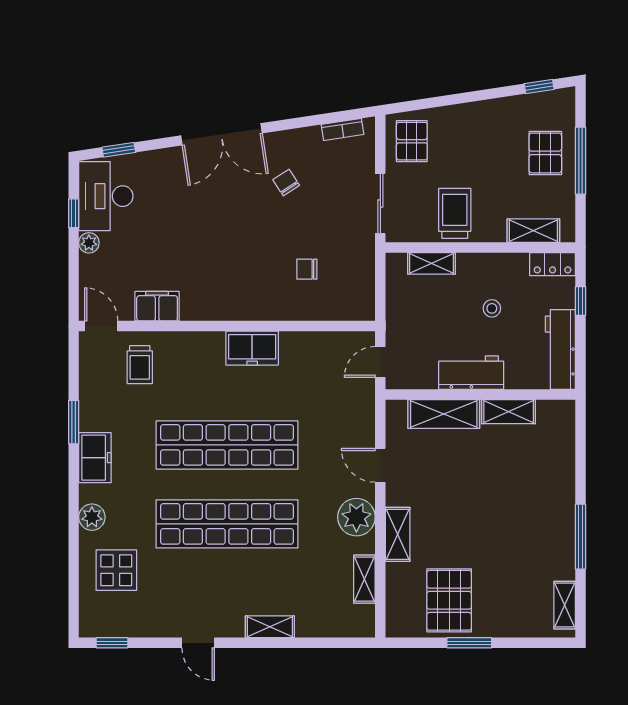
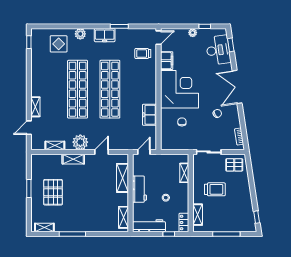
pallet: (545, 153) -> (229, 220), removed
desk: (106, 196) -> (218, 50), moved, turned 81
trolley: (455, 213) -> (215, 189), moved
corner desk: (227, 275) -> (180, 89), added
freezer: (252, 348) -> (150, 115), moved
door: (380, 362) -> (144, 152), hinge flipped
shelving: (509, 412) -> (124, 217), moved
pallet: (449, 600) -> (53, 192), moved, turned 90
door: (198, 643) -> (29, 128), moved

